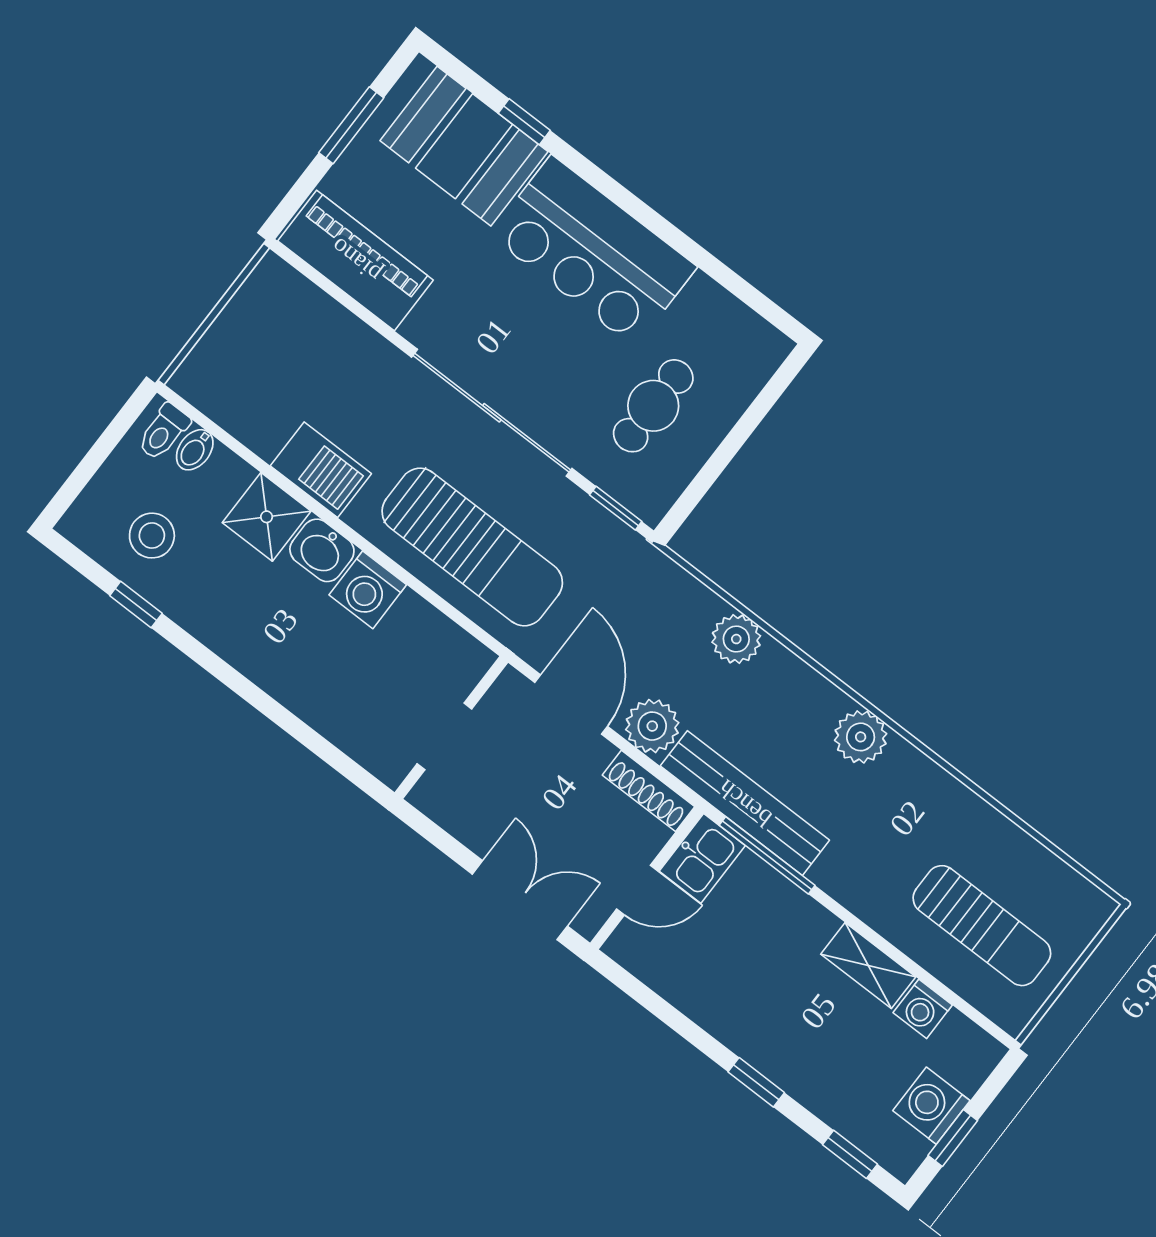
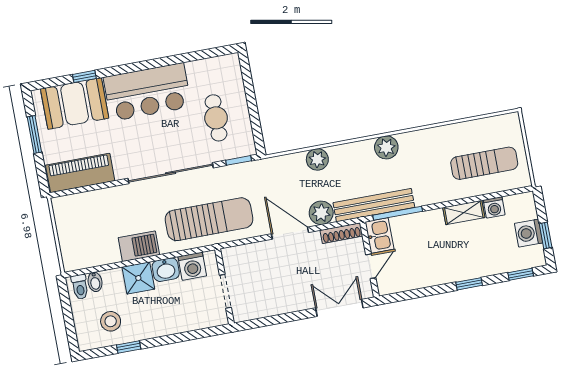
wall: (451, 727) -> (225, 286), moved
doorway: (444, 736) -> (225, 291), moved

